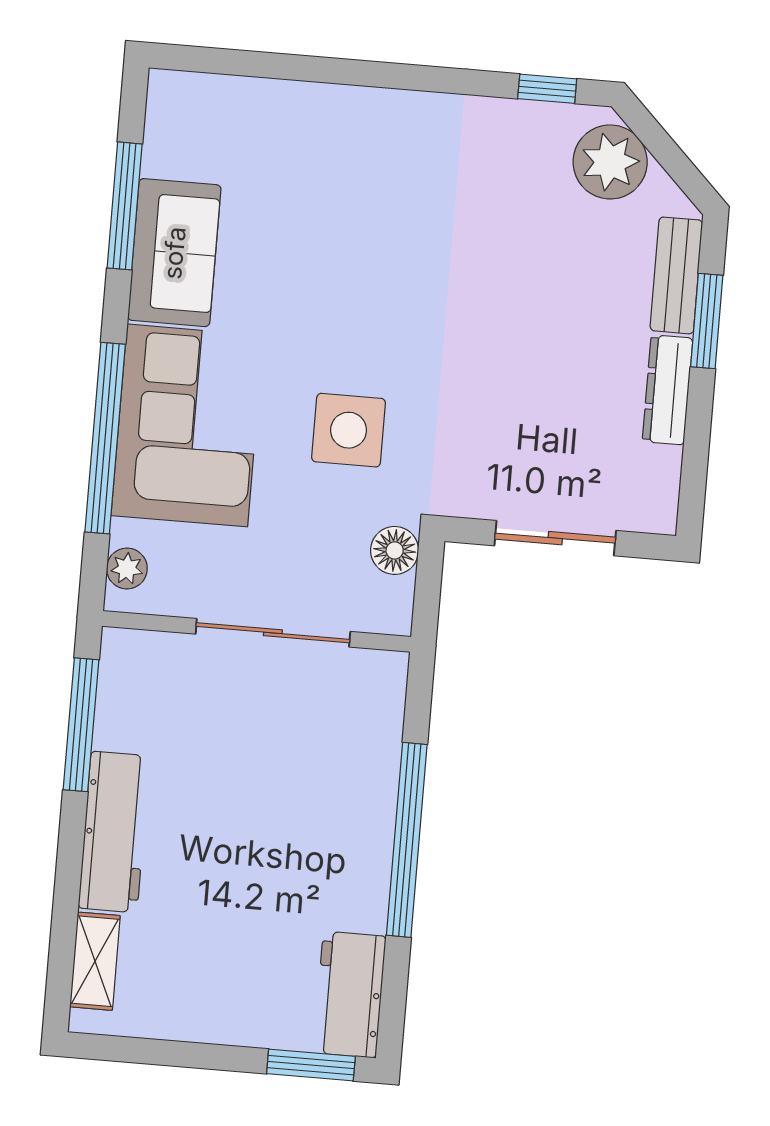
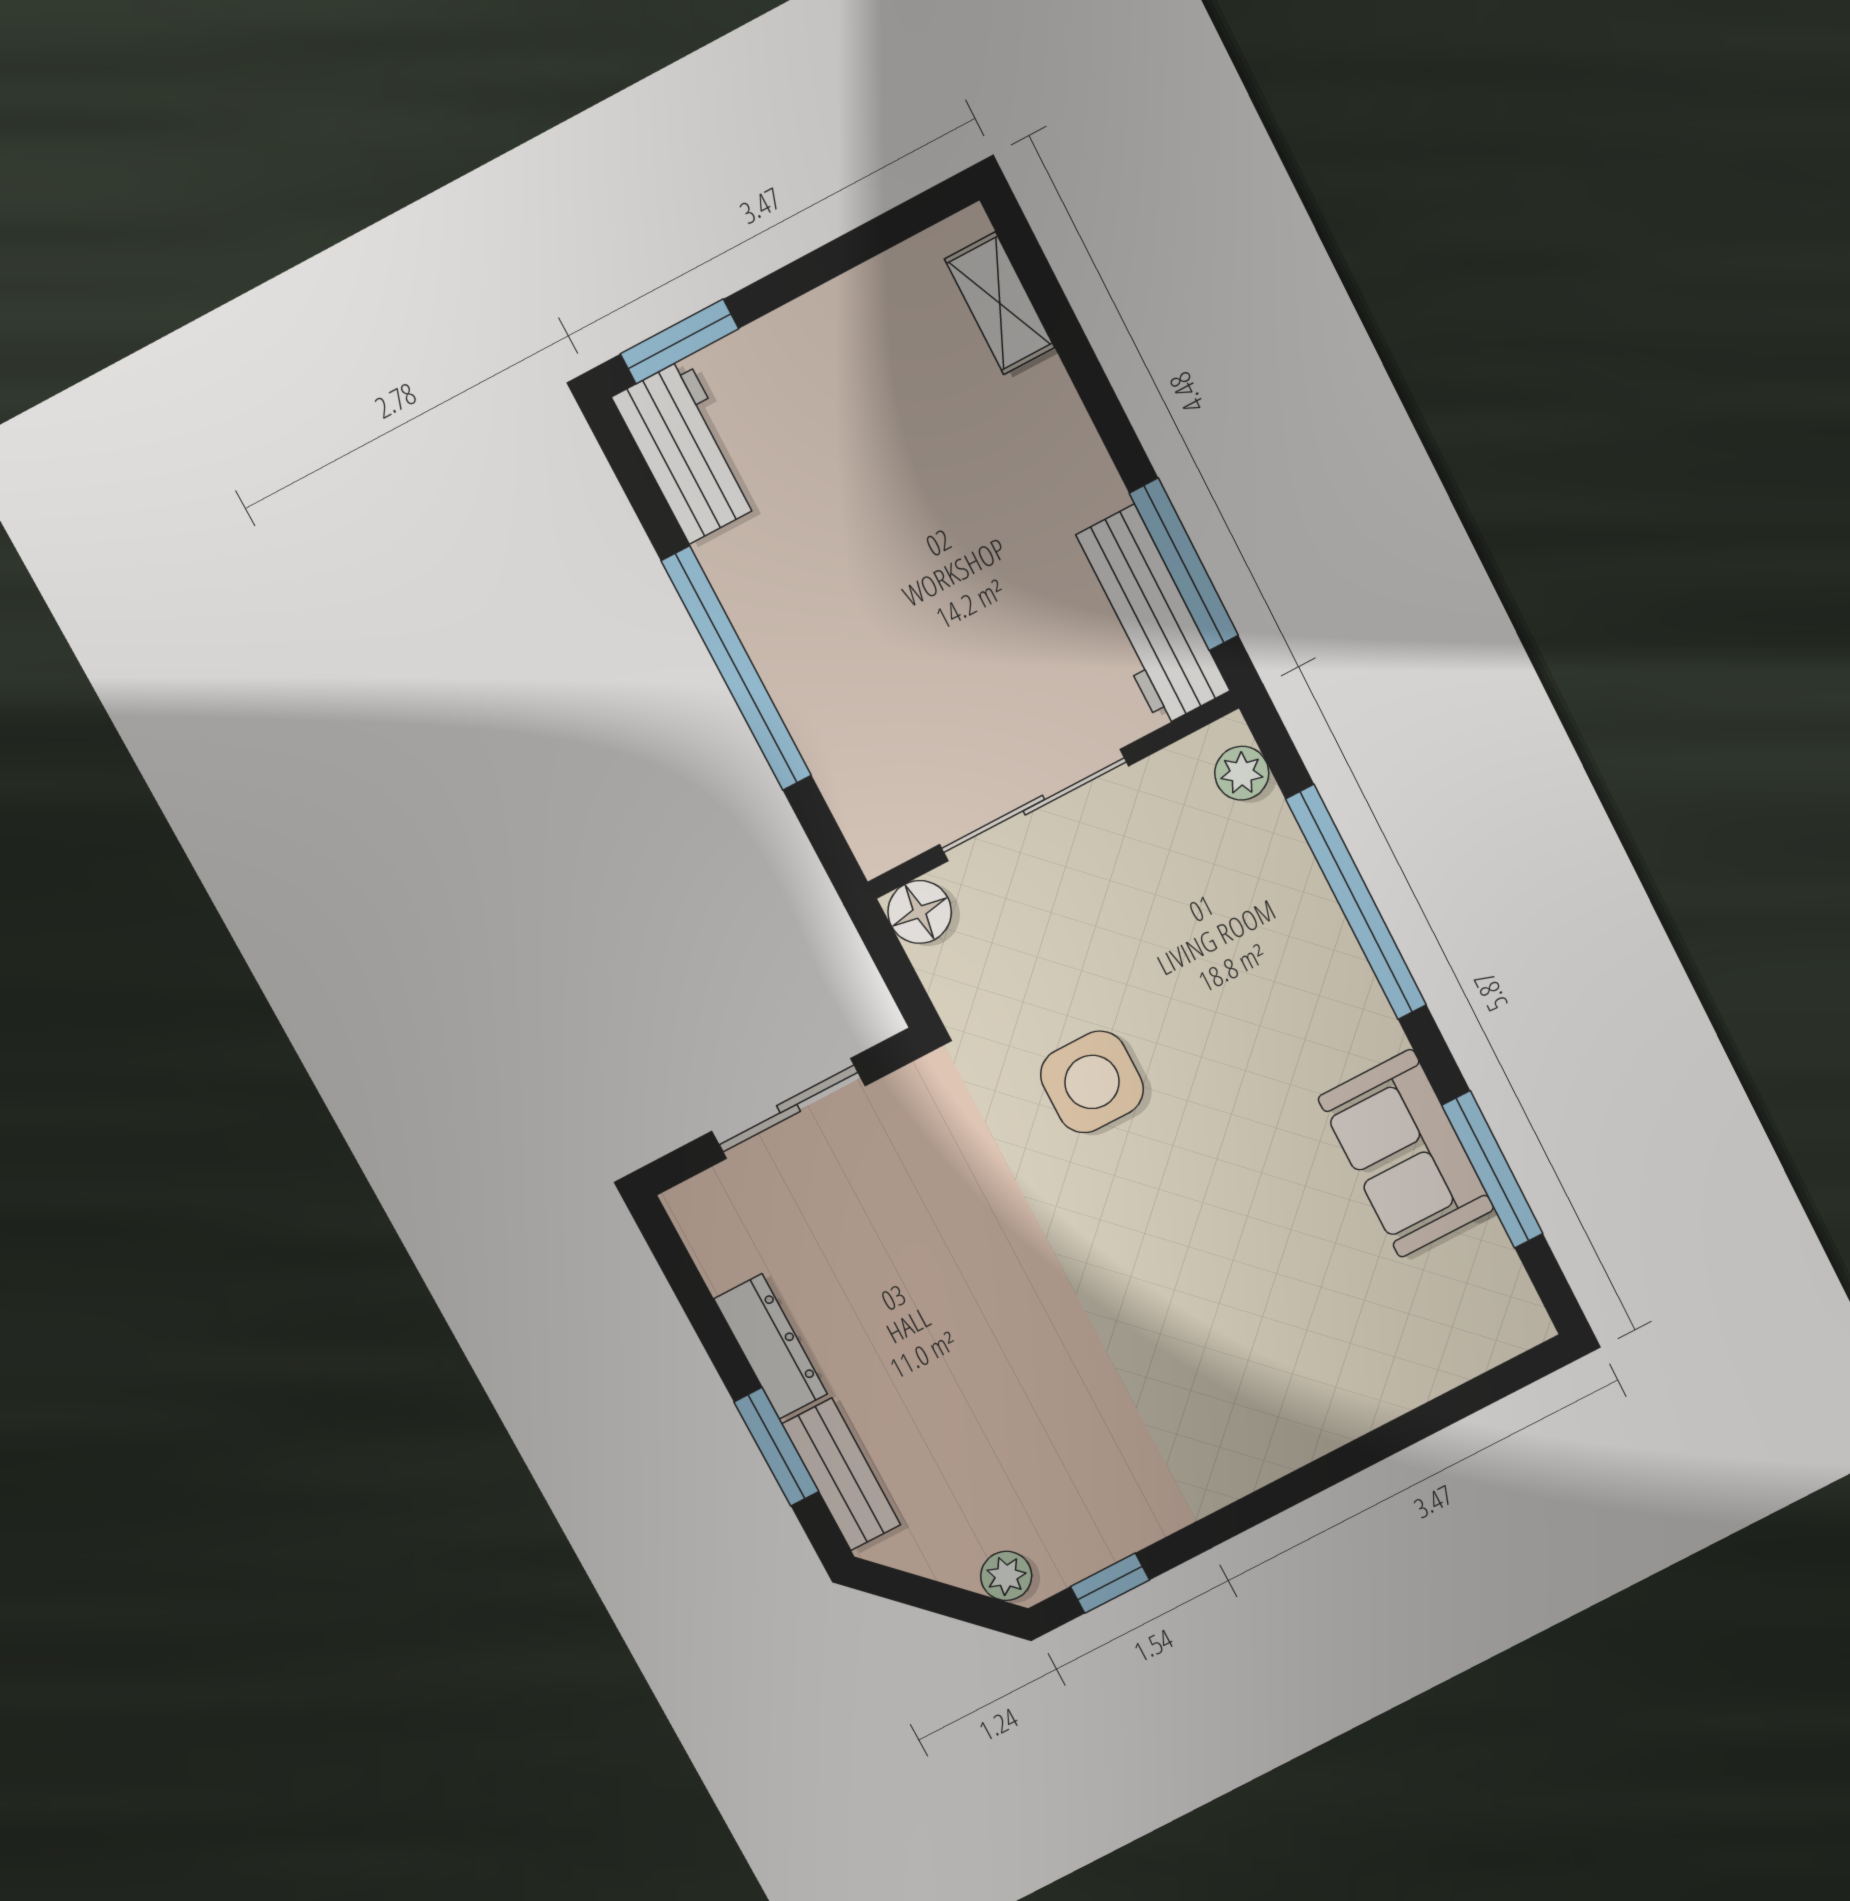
plant: (610, 162) -> (1006, 1576), width x0.53, depth x0.53
corner sofa: (187, 425) -> (1274, 974), removed
floor lamp: (395, 550) -> (920, 912), moved
workbench: (114, 832) -> (1148, 616), moved

